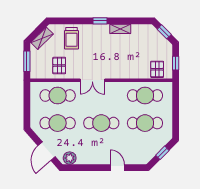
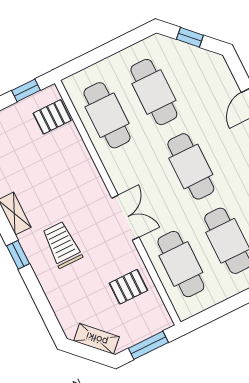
trolley: (71, 38) -> (62, 245), moved, turned -90

